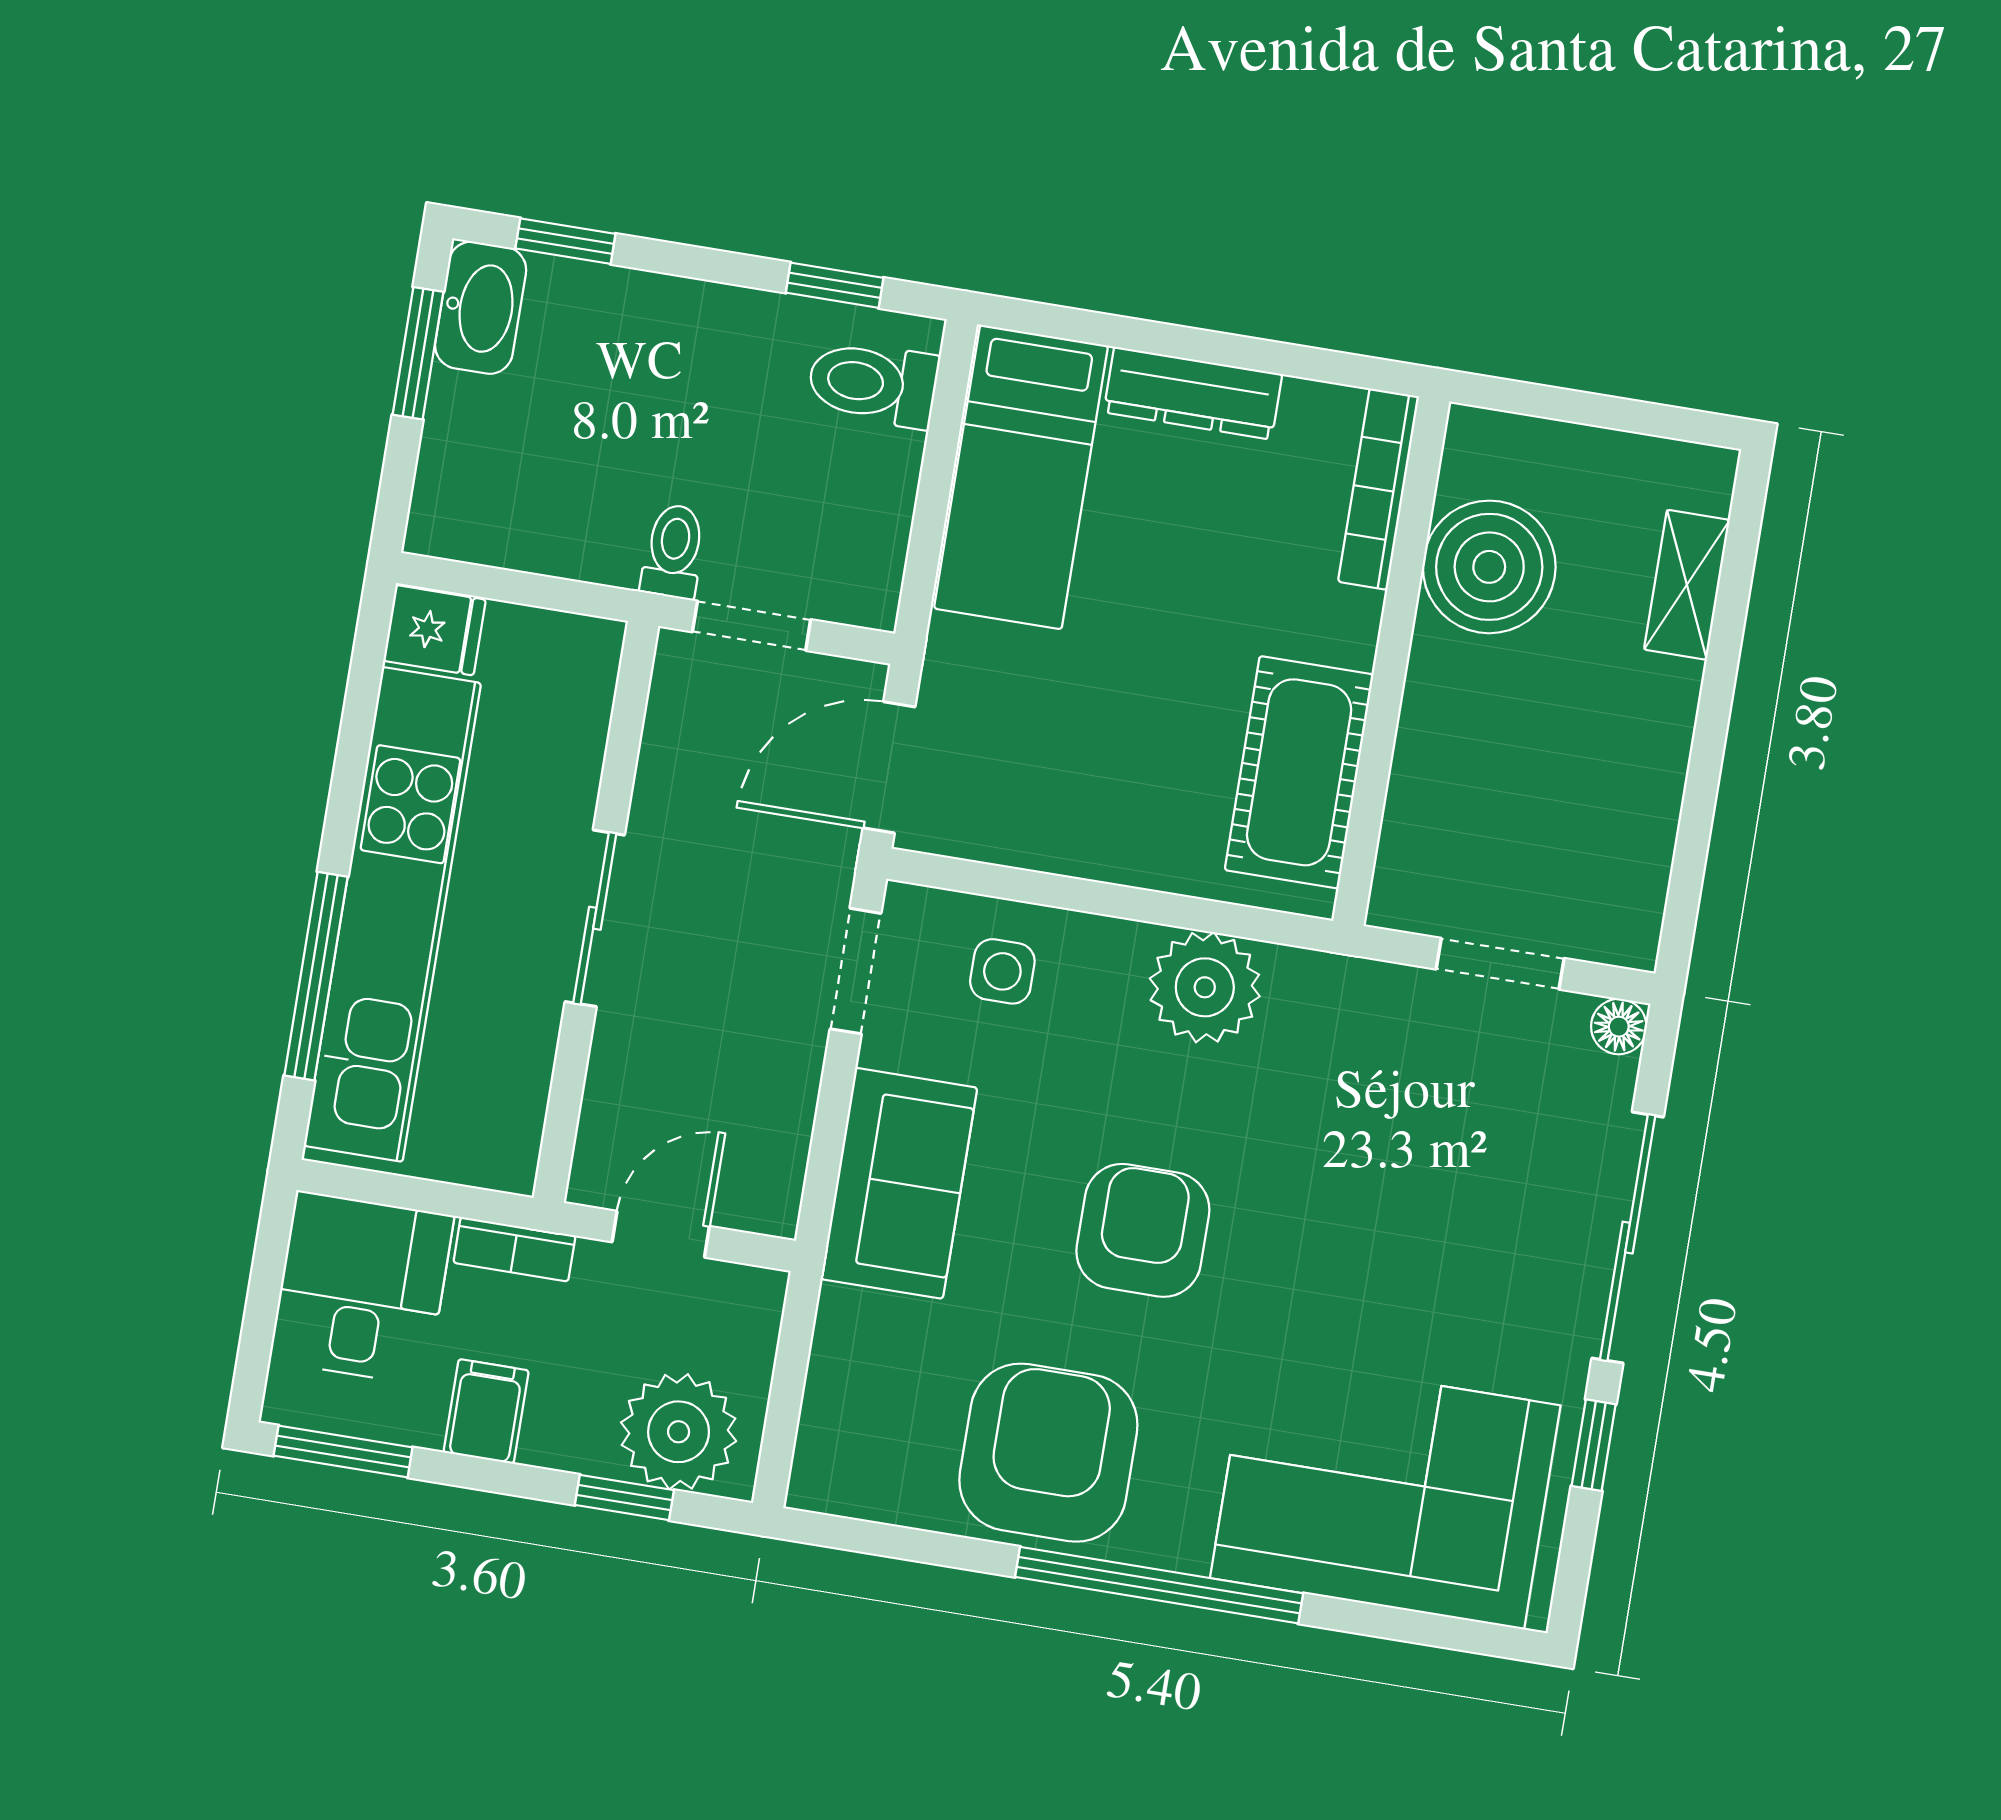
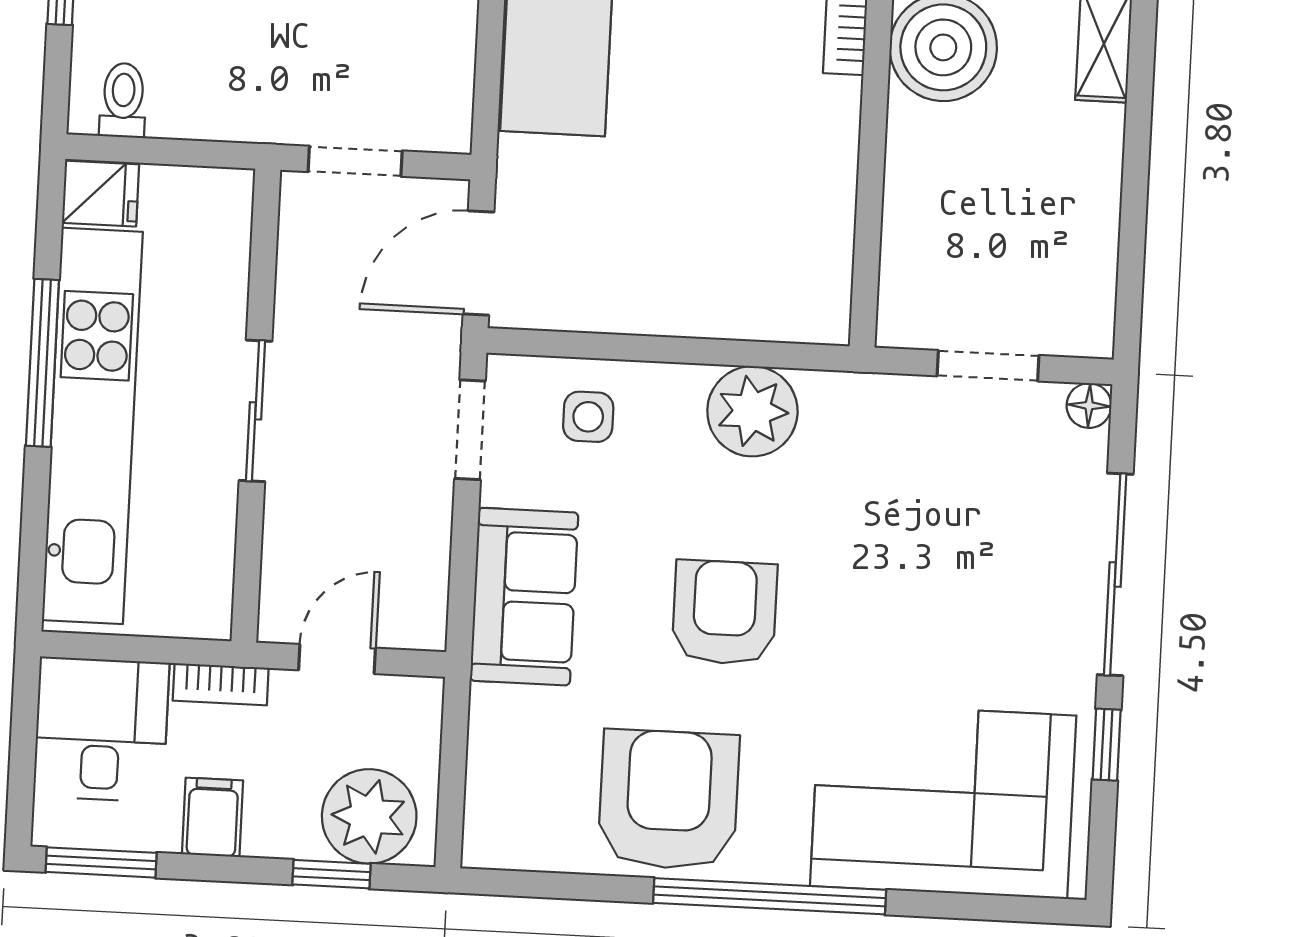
toilet: (674, 551) -> (123, 100), moved
cot: (1299, 772) -> (809, 230), removed
window: (316, 976) -> (42, 363), moved

